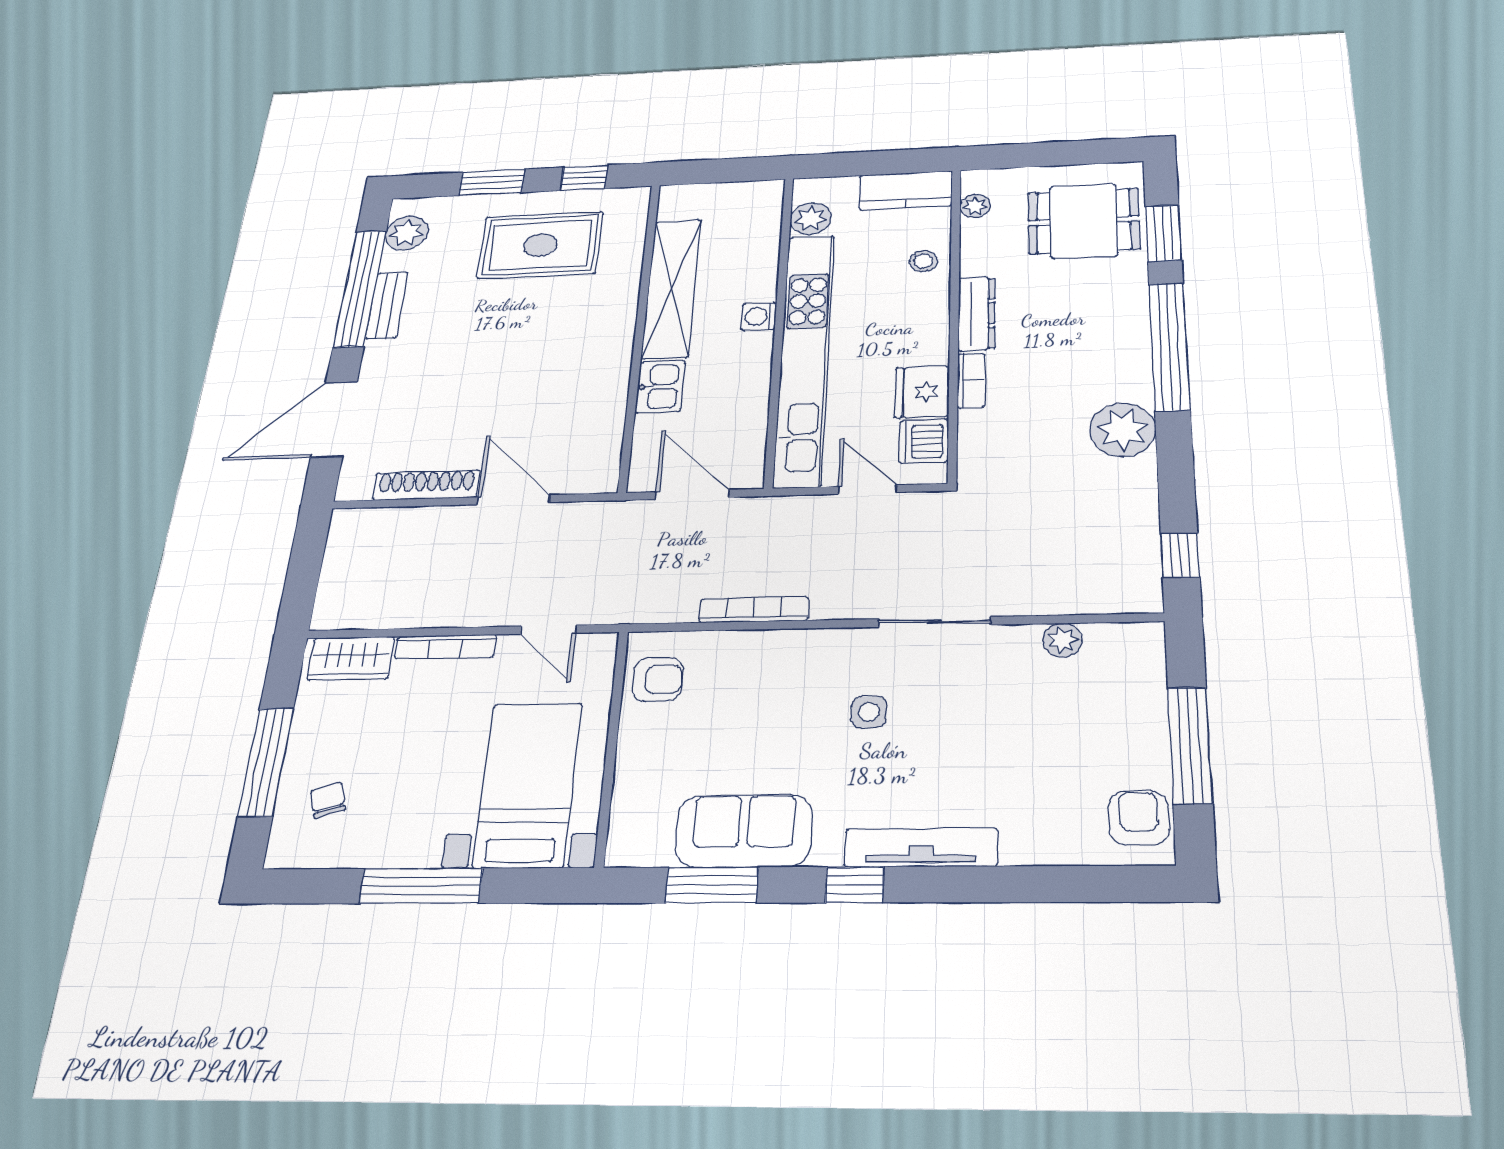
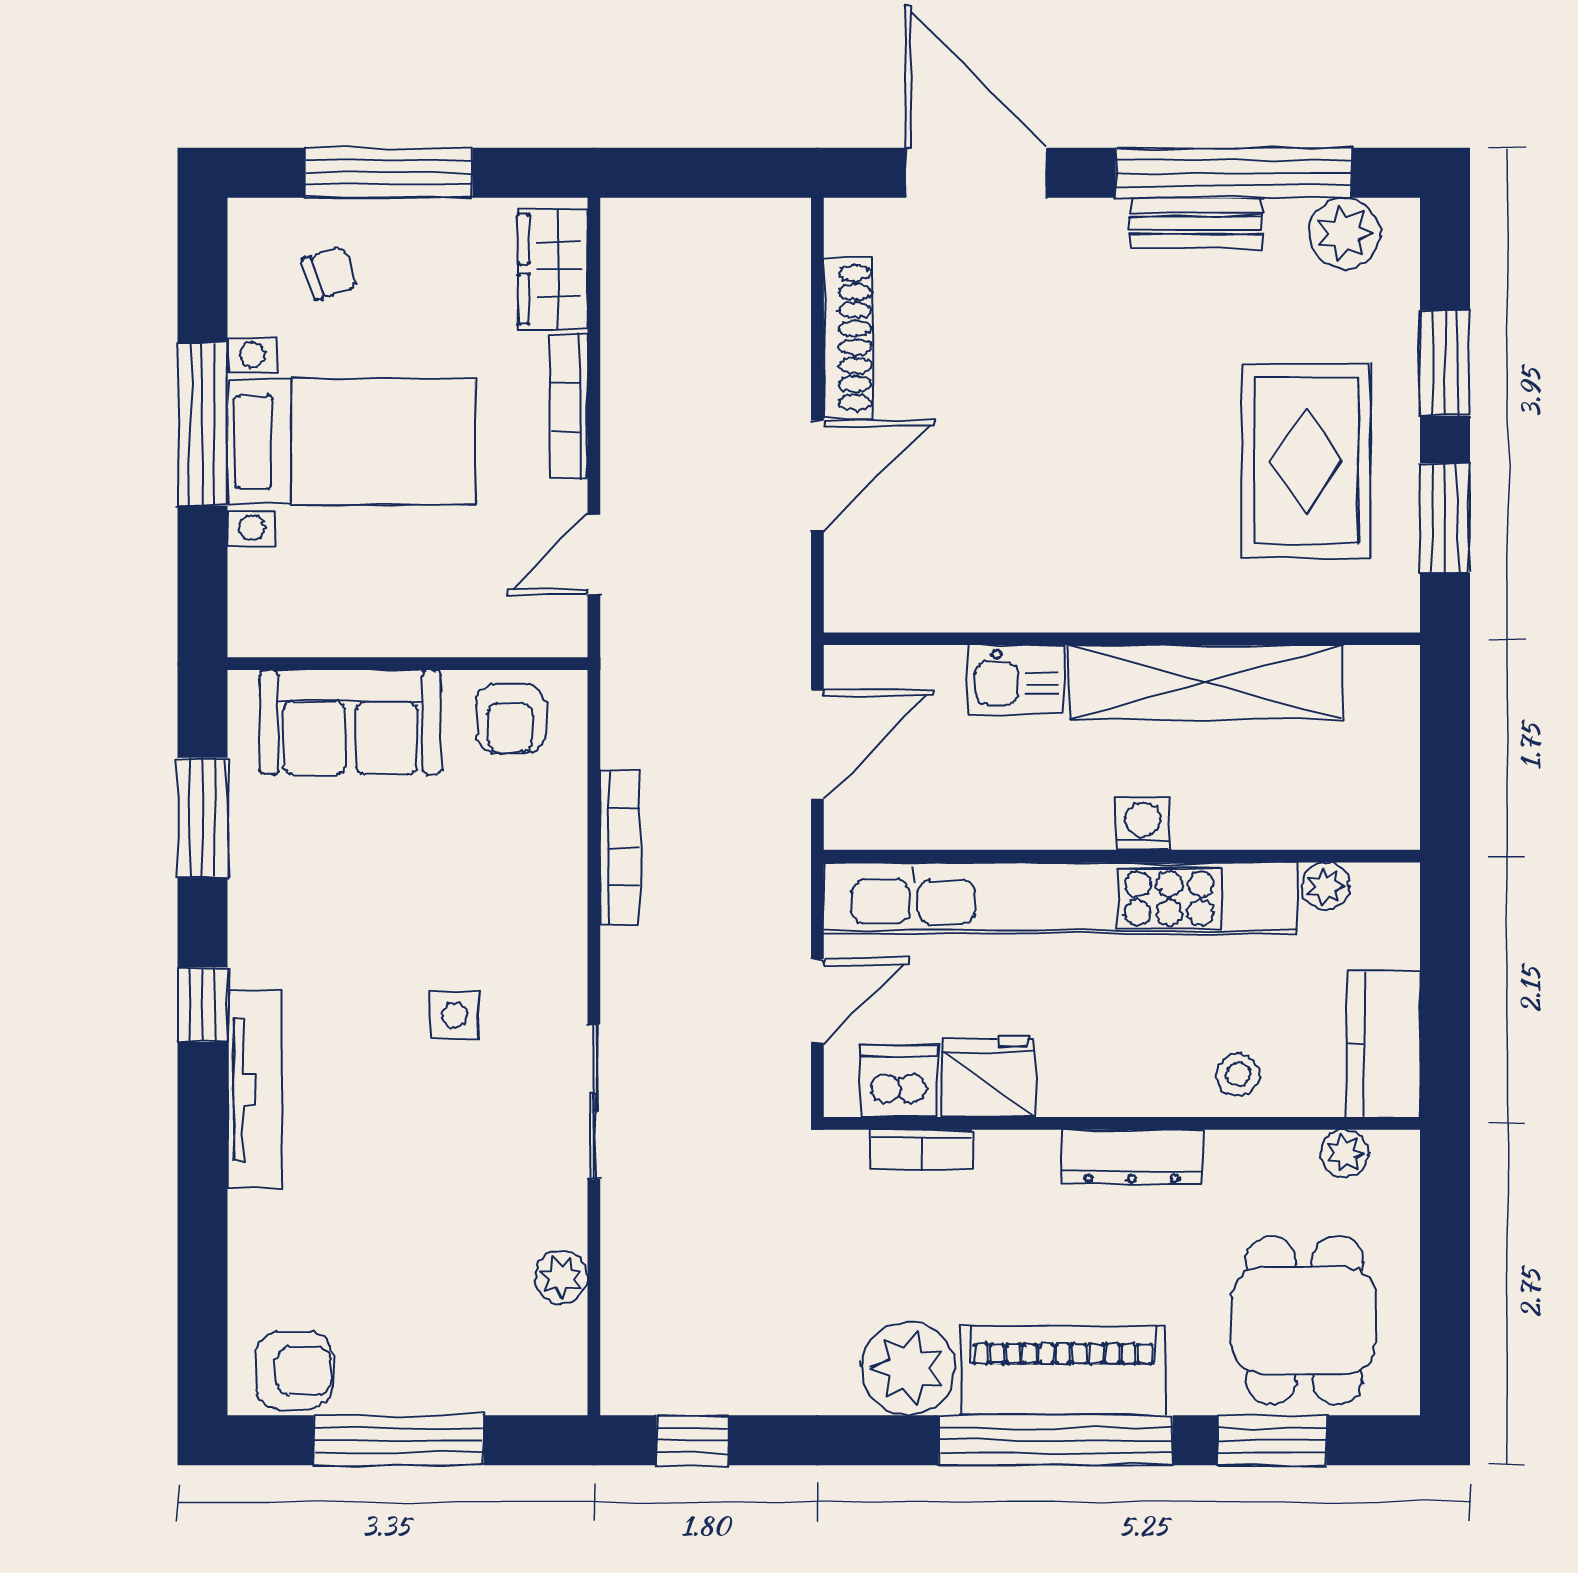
window: (584, 178) -> (1445, 518), width x1.50
plant: (811, 219) -> (1326, 886), width x0.73, depth x0.73
piano: (1121, 344) -> (1063, 1371), added
bookcase: (971, 380) -> (921, 1150), moved
bed with nightstands: (528, 784) -> (351, 442), moved
sofa: (744, 831) -> (350, 722), moved, turned 90

